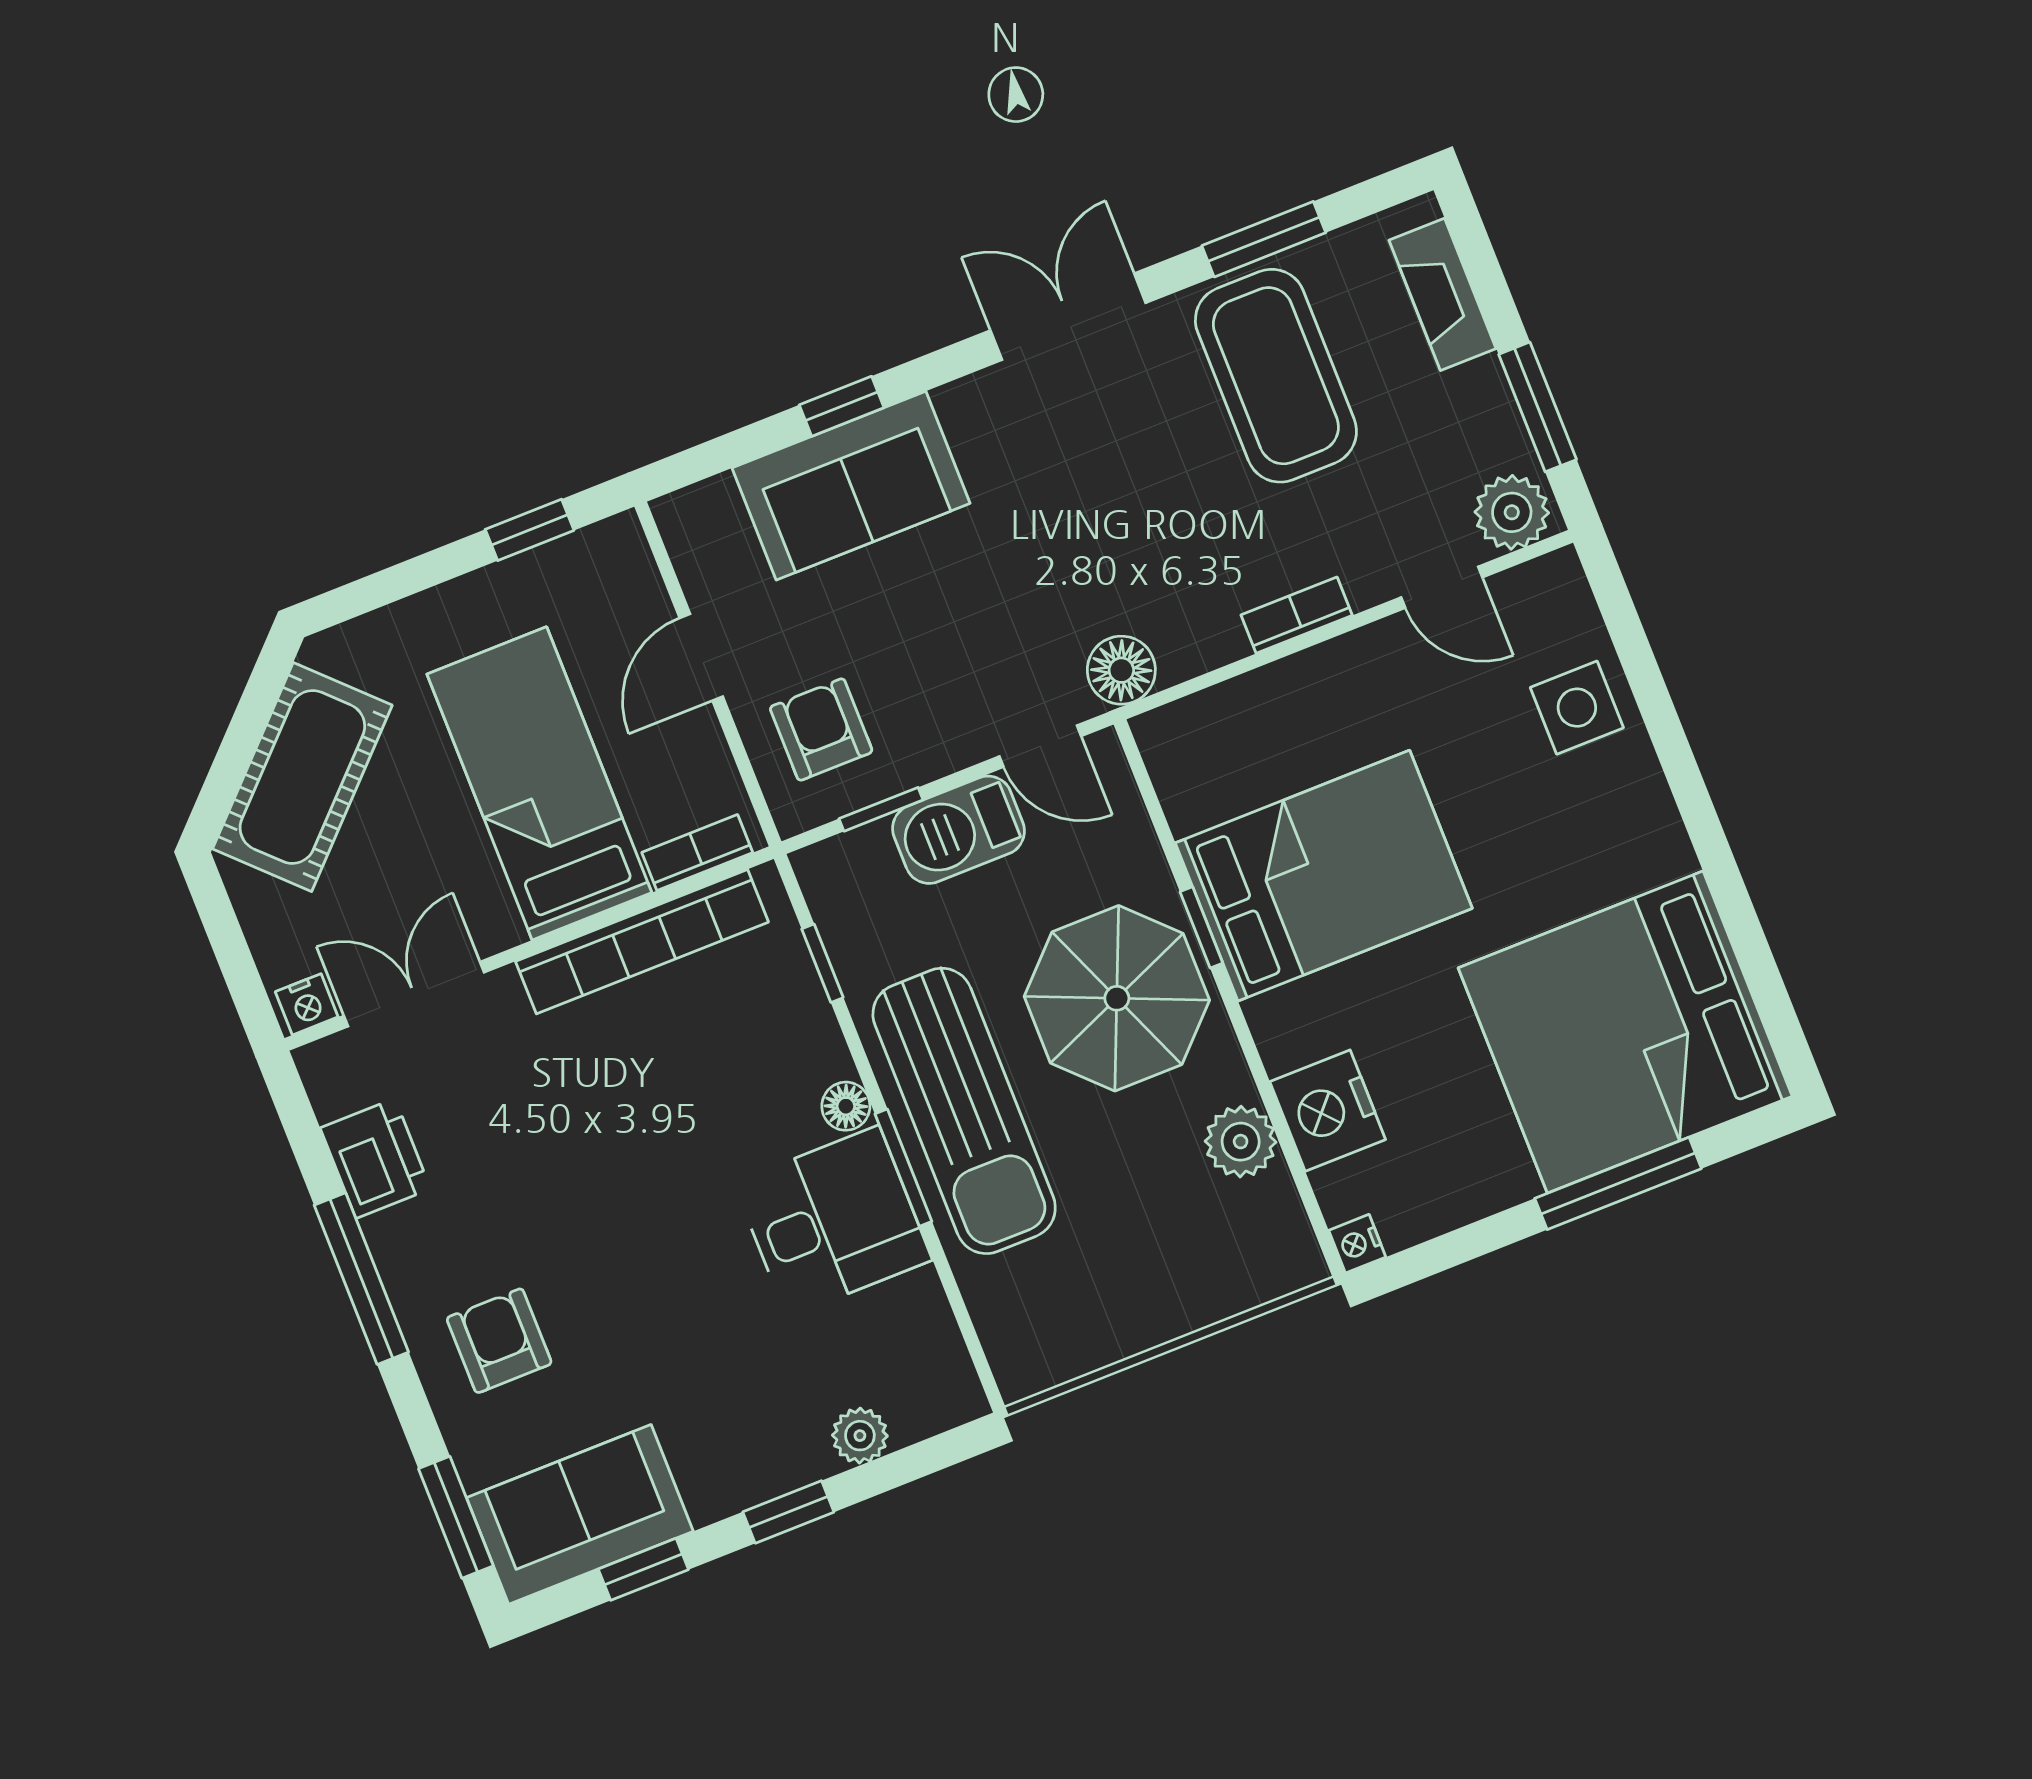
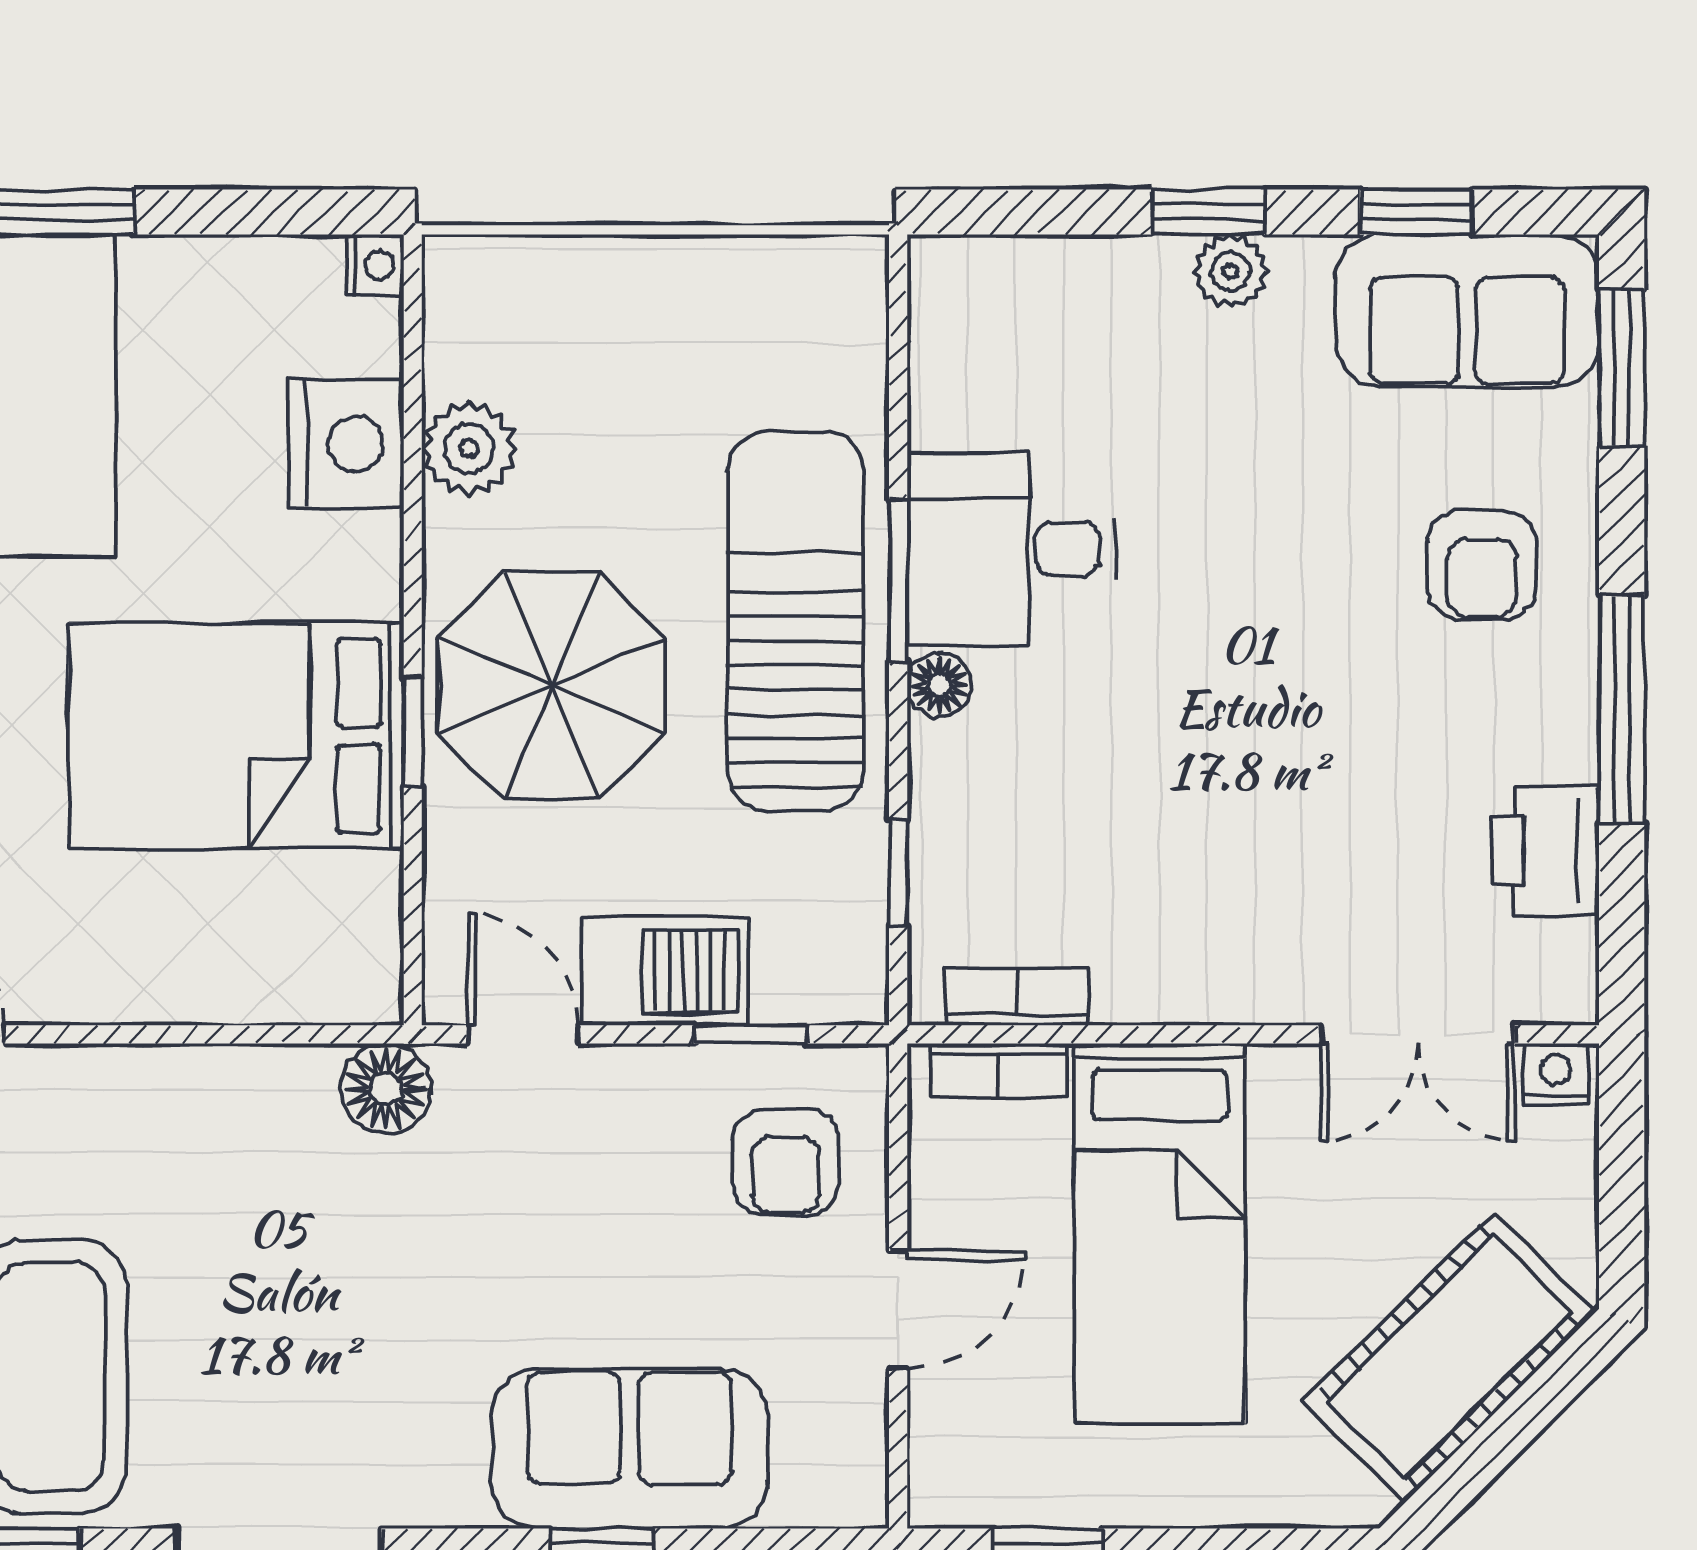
bookcase: (1297, 615) -> (142, 1071), removed
bookcase: (642, 942) -> (1016, 997), width x0.43, depth x0.76
plant: (860, 1436) -> (1230, 271), moved

